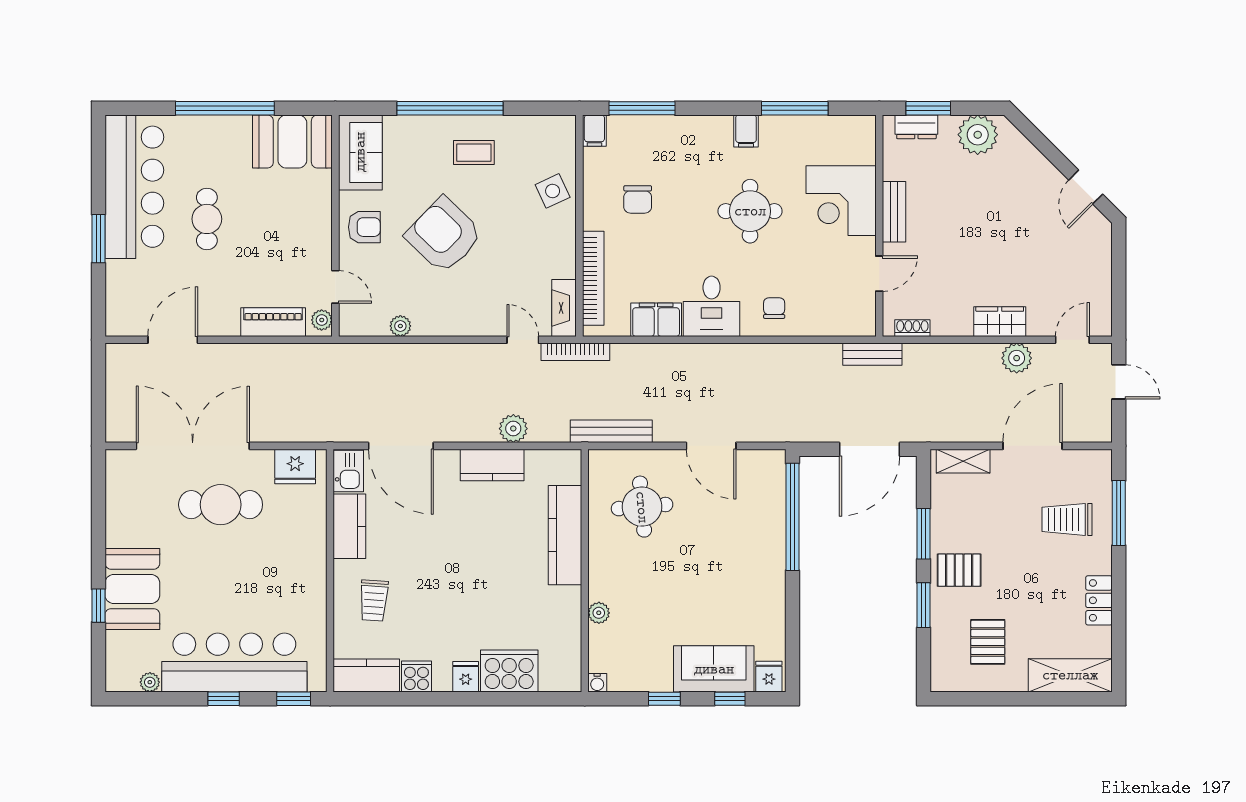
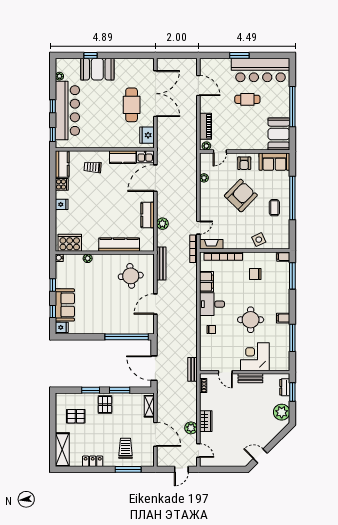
cooker: (509, 671) -> (70, 243), moved, turned -90

